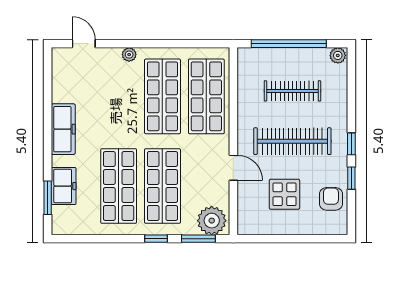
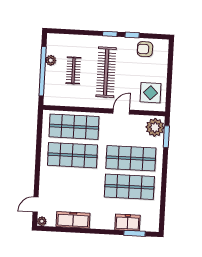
plant: (129, 55) -> (42, 221), moved
plant: (338, 55) -> (51, 60), moved
clothes rail: (292, 91) -> (73, 70), width x0.73
freezer: (63, 129) -> (73, 220), moved
display table: (284, 194) -> (150, 93), moved
window: (156, 239) -> (165, 164), removed

